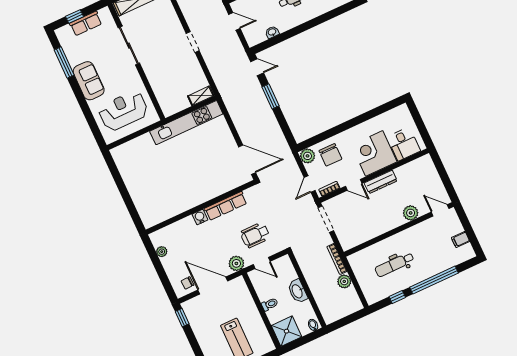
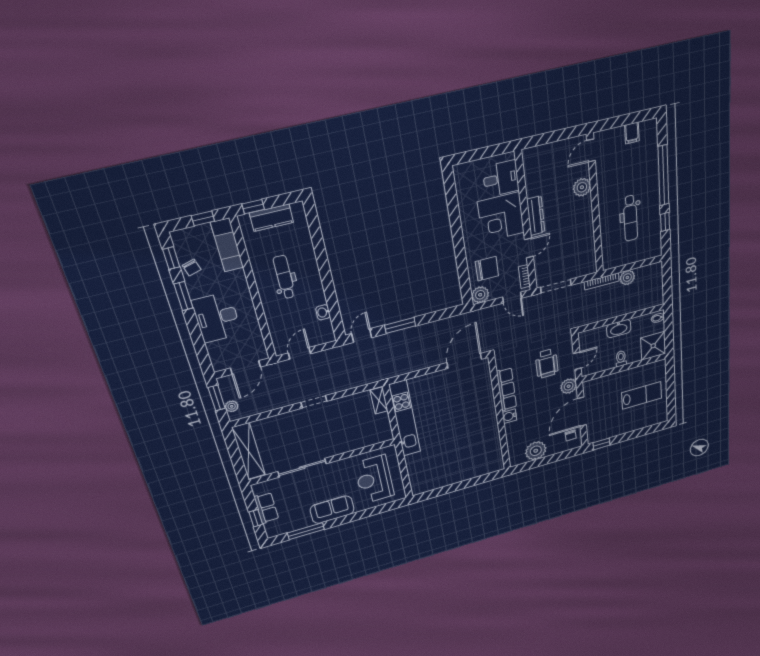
plant: (162, 252) -> (536, 451), width x1.88, depth x1.88

